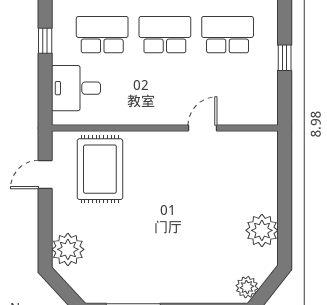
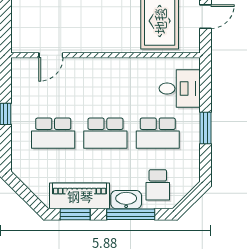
window: (45, 41) -> (205, 128), width x1.50
door: (202, 128) -> (51, 55), moved

